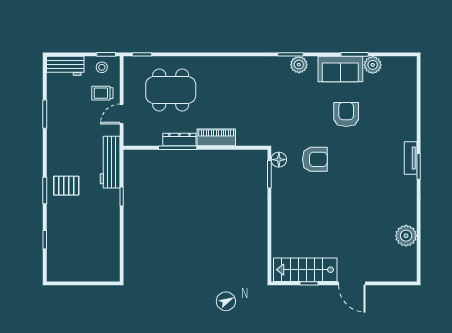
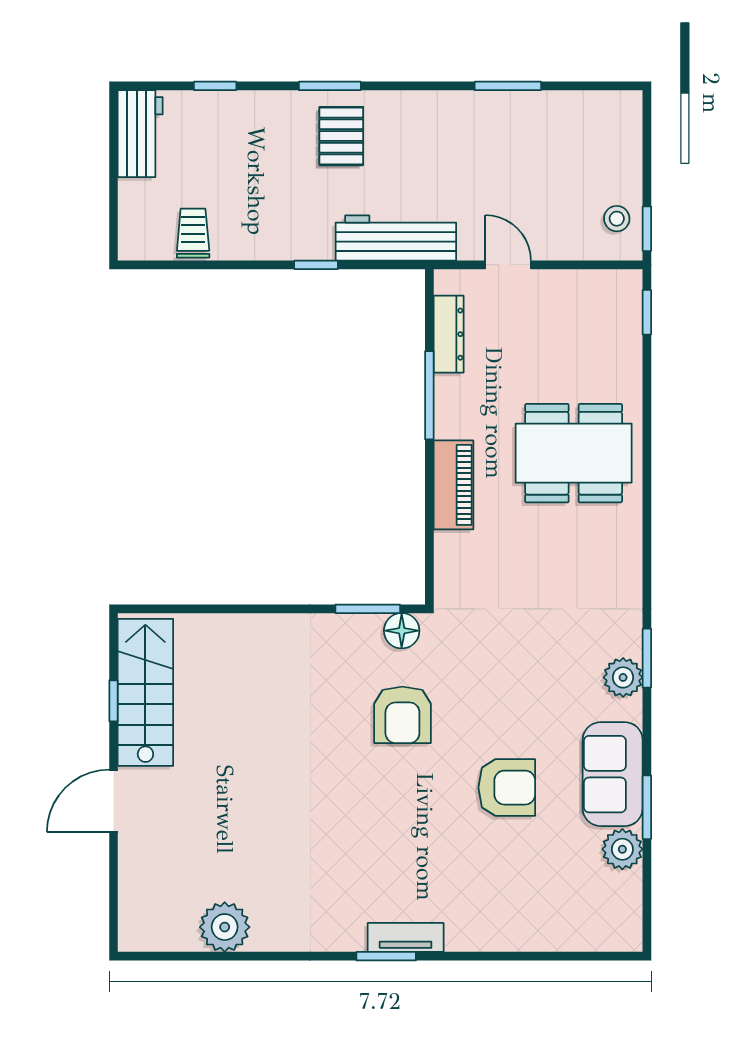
workbench: (65, 66) -> (140, 134), moved, turned 180
dining table: (171, 90) -> (574, 453), moved, turned 90
trolley: (102, 93) -> (193, 233), moved
dresser: (179, 140) -> (449, 334), moved

